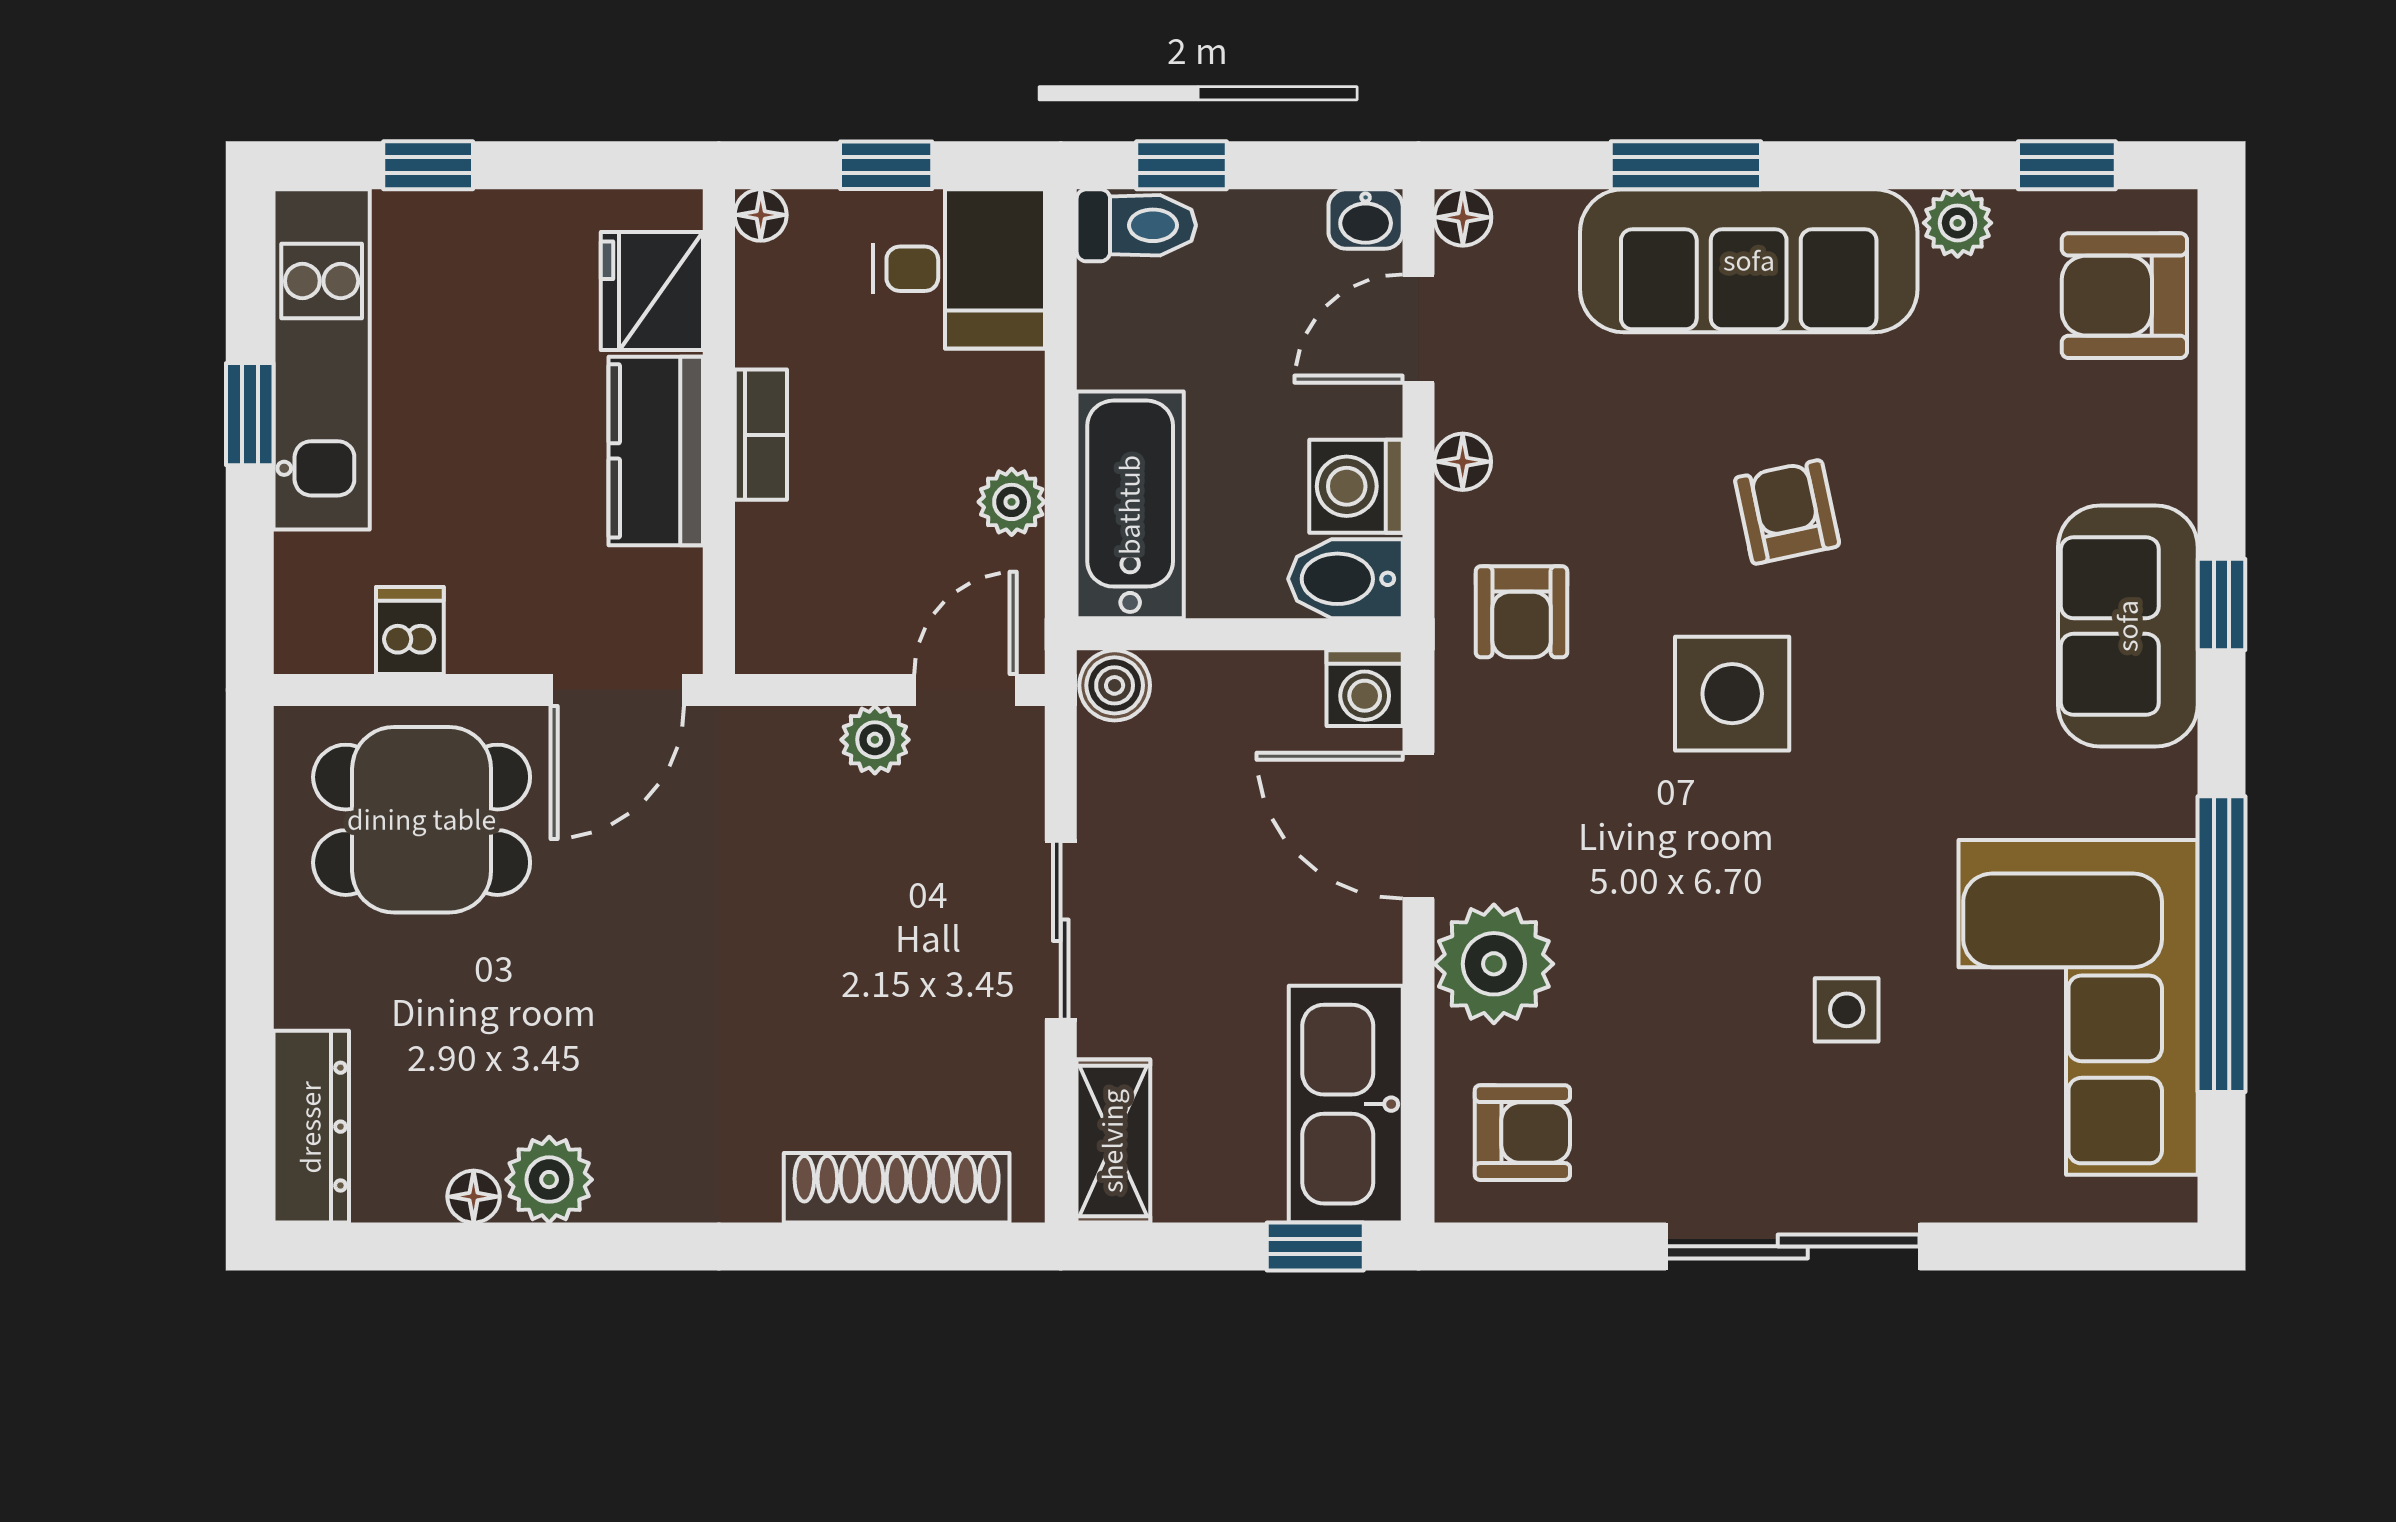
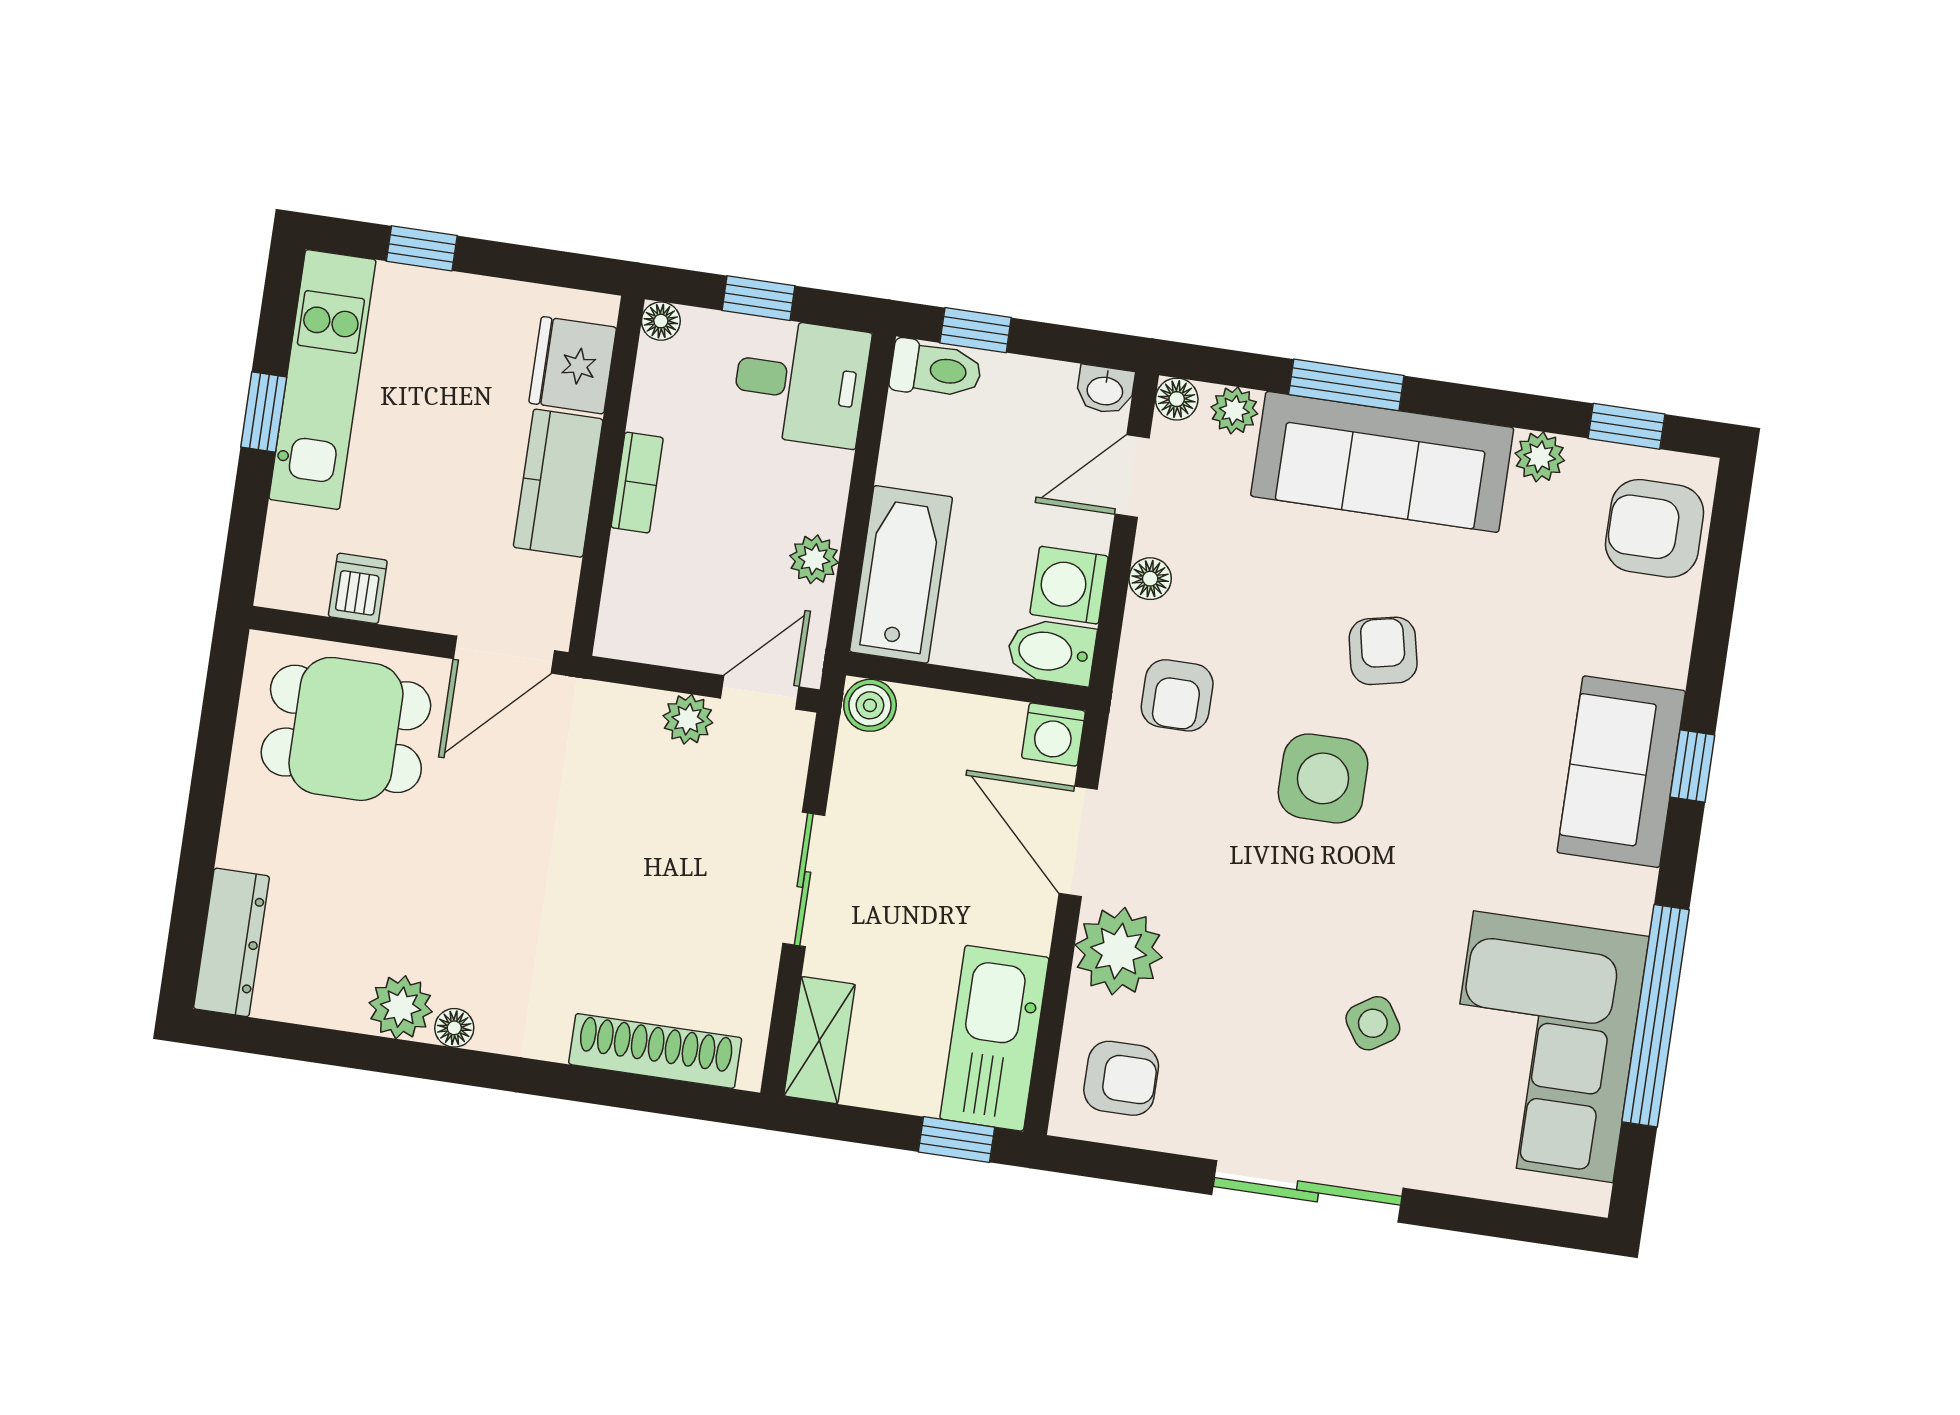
plant: (1542, 221) -> (1234, 410), added
side table: (1847, 1010) -> (1373, 1023), turned -33
floor lamp: (474, 1197) -> (454, 1028), moved

